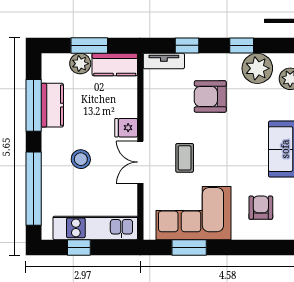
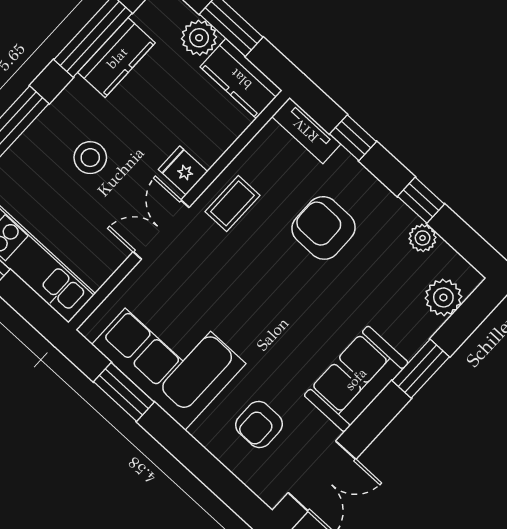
plant: (257, 68) -> (423, 238), width x0.53, depth x0.53
coffee table: (185, 158) -> (232, 203), moved
armchair: (261, 208) -> (259, 425), turned 180

